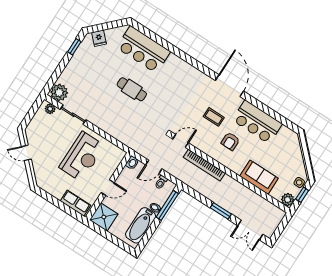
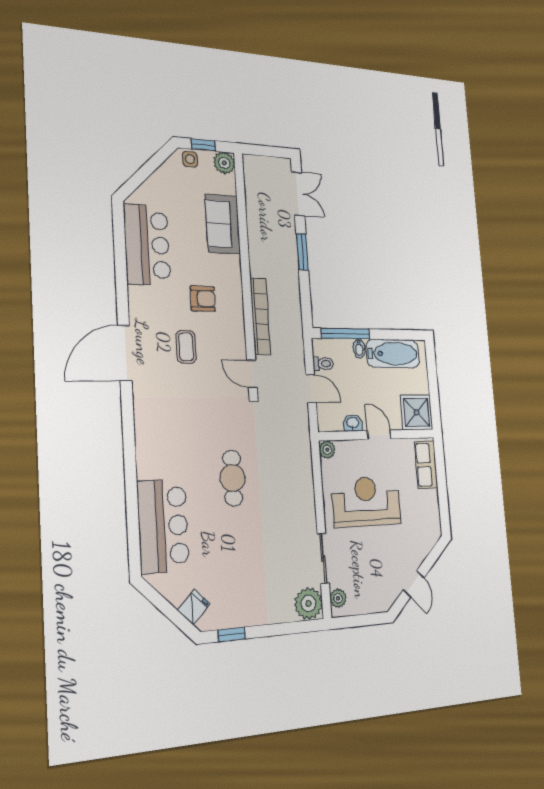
cafe table: (132, 89) -> (233, 478), moved
bar counter: (257, 122) -> (147, 245), moved
plant: (120, 154) -> (327, 450), added
washbasin: (132, 163) -> (353, 423), moved

